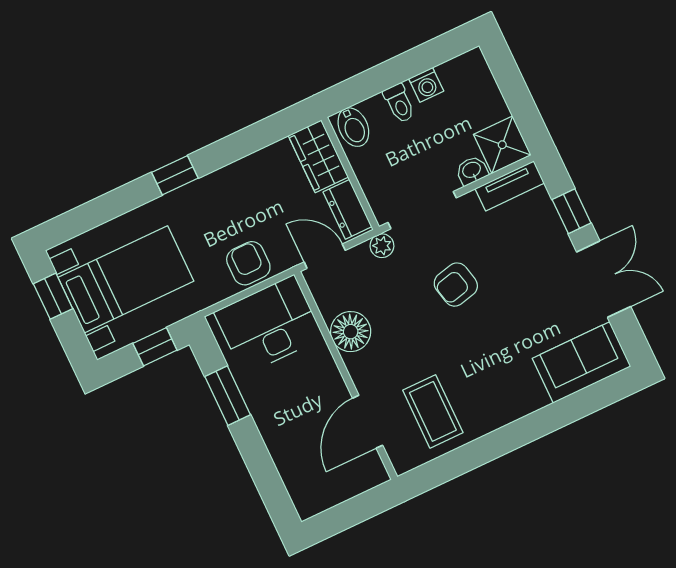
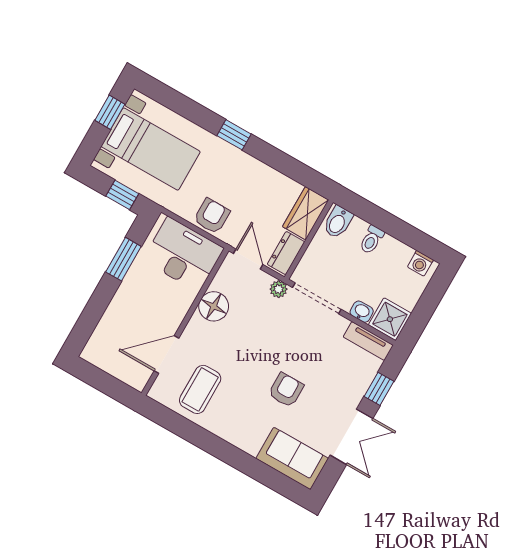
washing machine: (426, 85) -> (420, 263), moved
armchair: (456, 285) -> (286, 390), moved, turned 103

